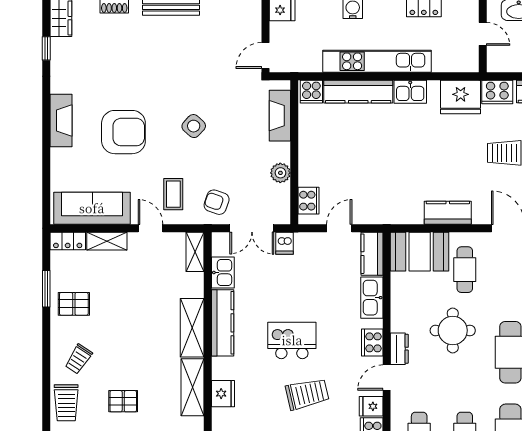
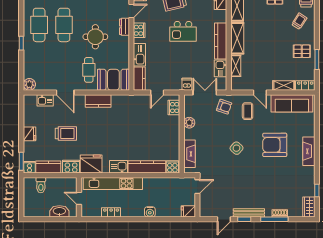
kitchen unit: (377, 61) -> (113, 183), moved
shelving: (195, 252) -> (236, 66), moved

